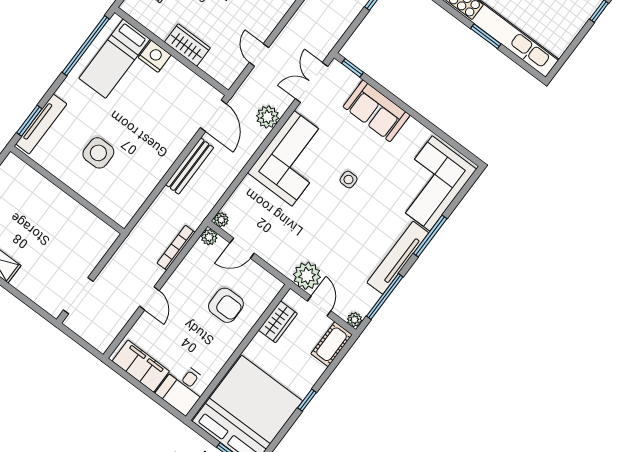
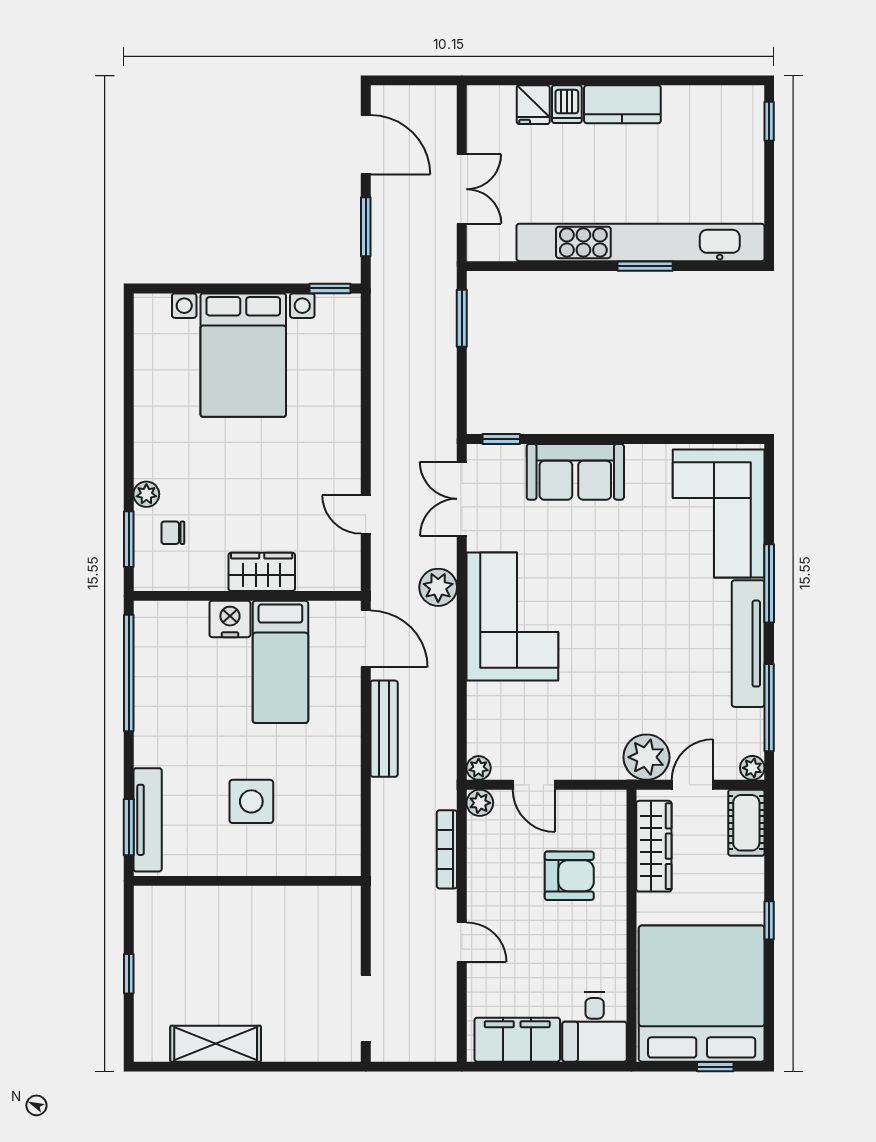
bed: (114, 59) -> (280, 662), moved
side table: (349, 180) -> (606, 590), removed
door: (242, 248) -> (534, 785), hinge flipped
door: (319, 306) -> (692, 785), hinge flipped
wardrobe: (278, 322) -> (654, 846), width x1.50

